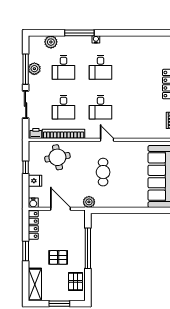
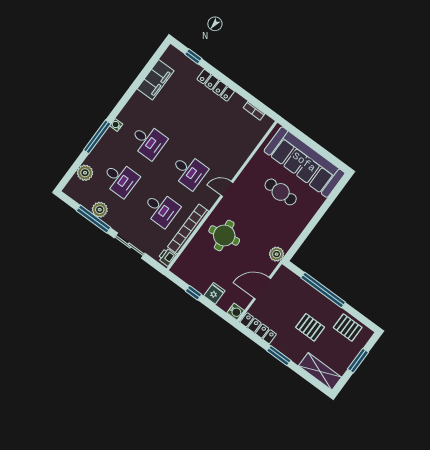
filing cabinet: (143, 43) -> (156, 80), added
round table: (57, 157) -> (224, 235), moved
cafe table: (103, 172) -> (281, 192), moved
pallet: (58, 257) -> (310, 327), turned 90

